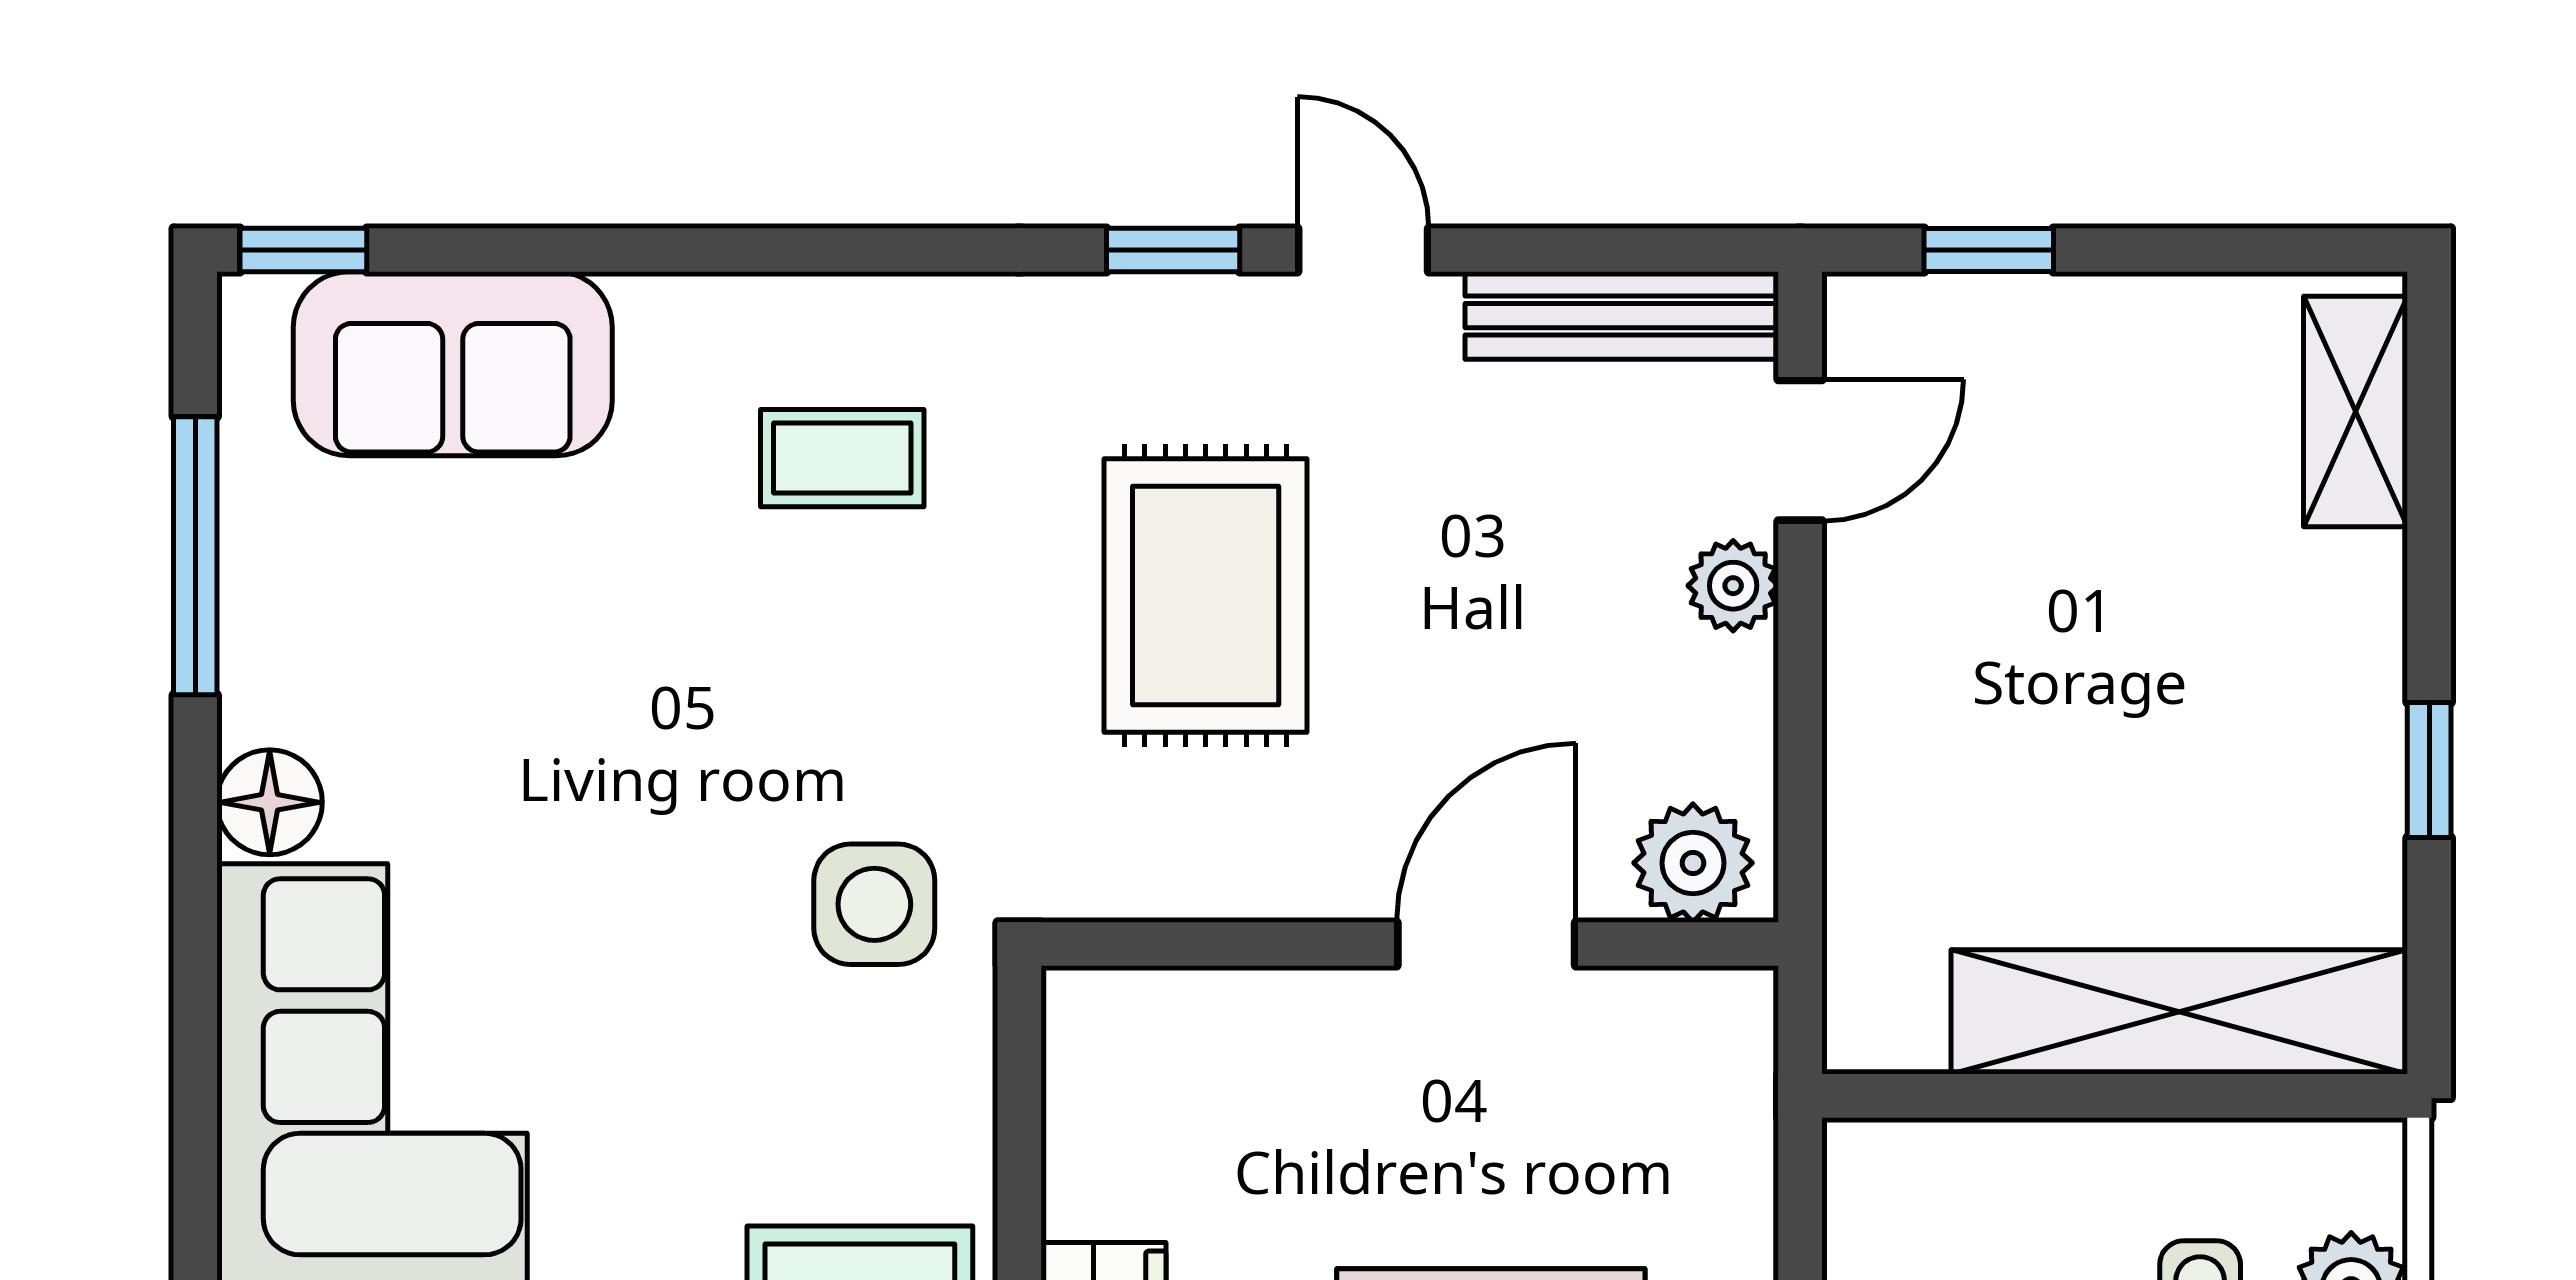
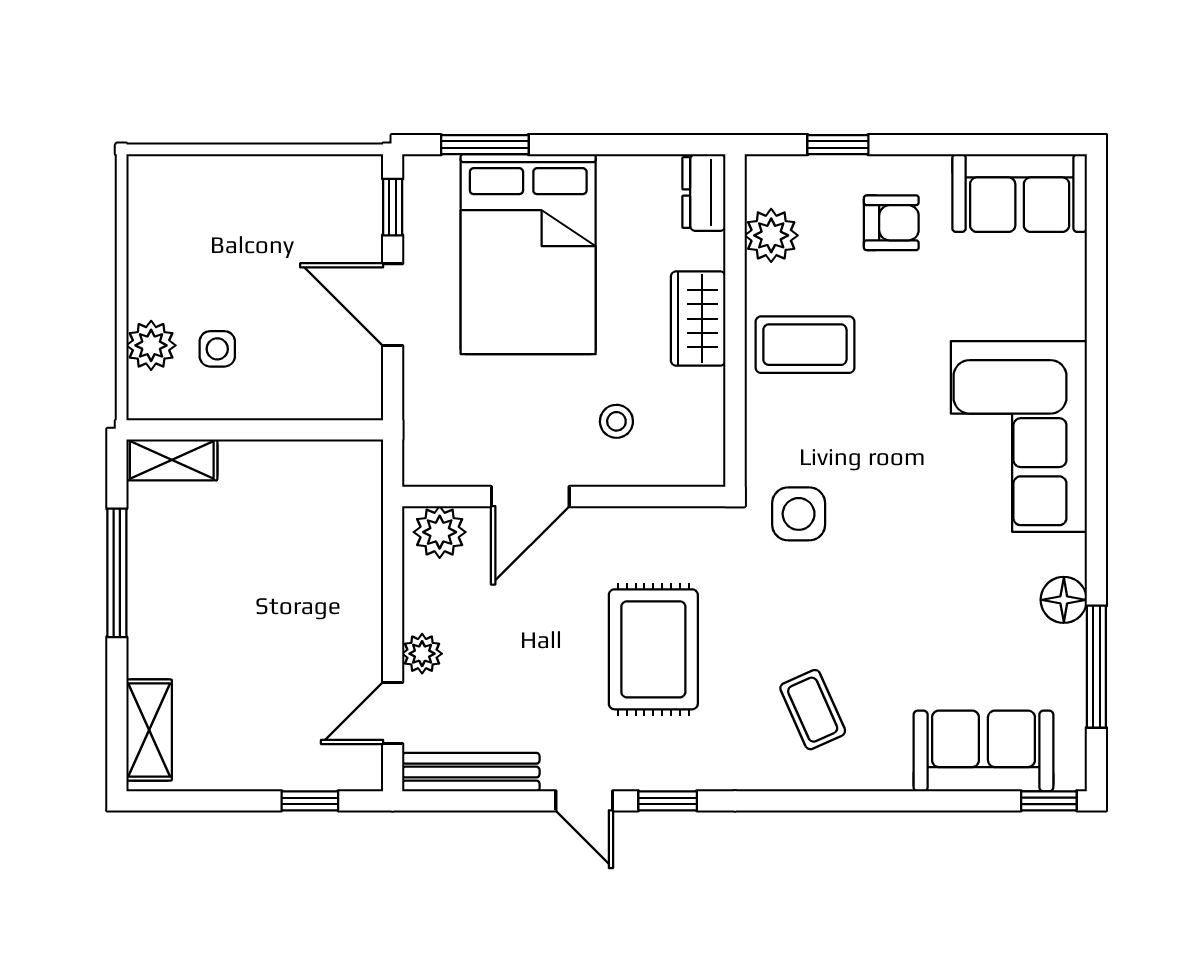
coffee table: (842, 458) -> (813, 710), turned 66
window: (2429, 770) -> (117, 573), width x2.17
floor lamp: (270, 802) -> (1064, 600), moved
shelving: (2179, 1012) -> (172, 460), width x0.45, depth x0.75
stool: (1290, 1115) -> (616, 421), added

